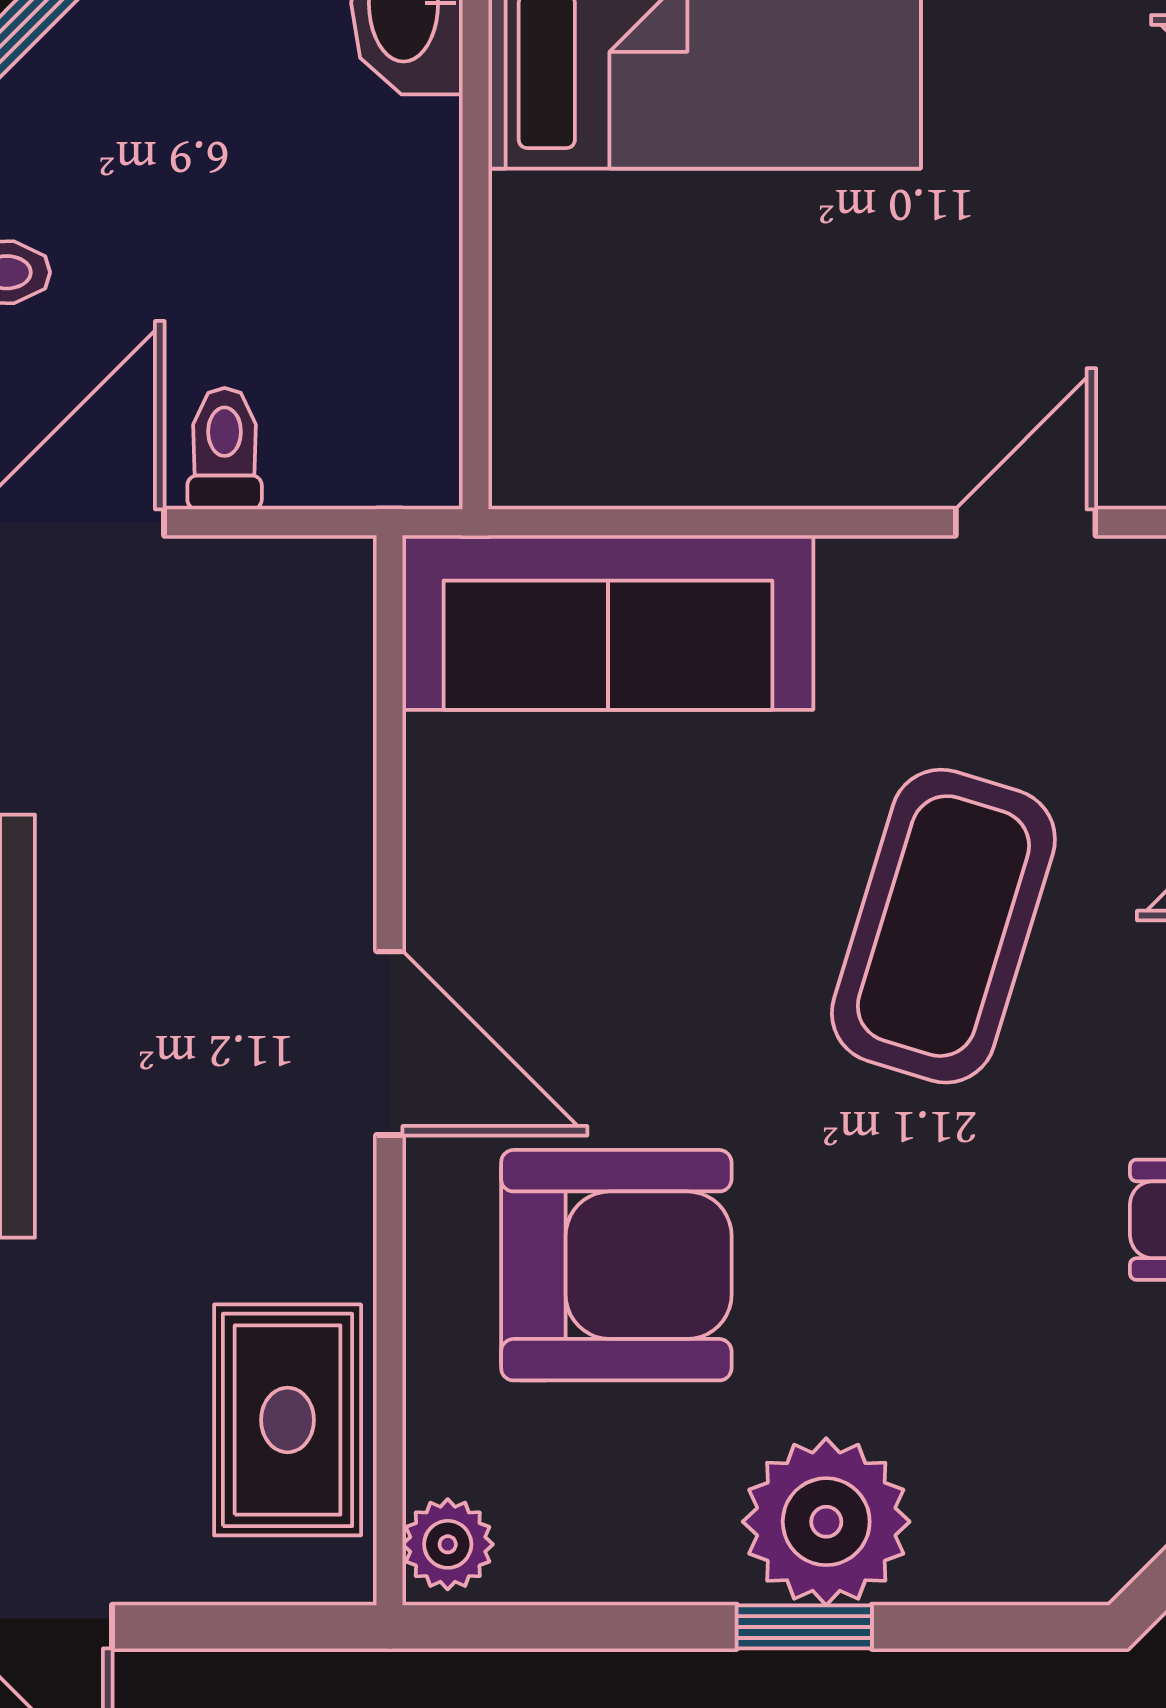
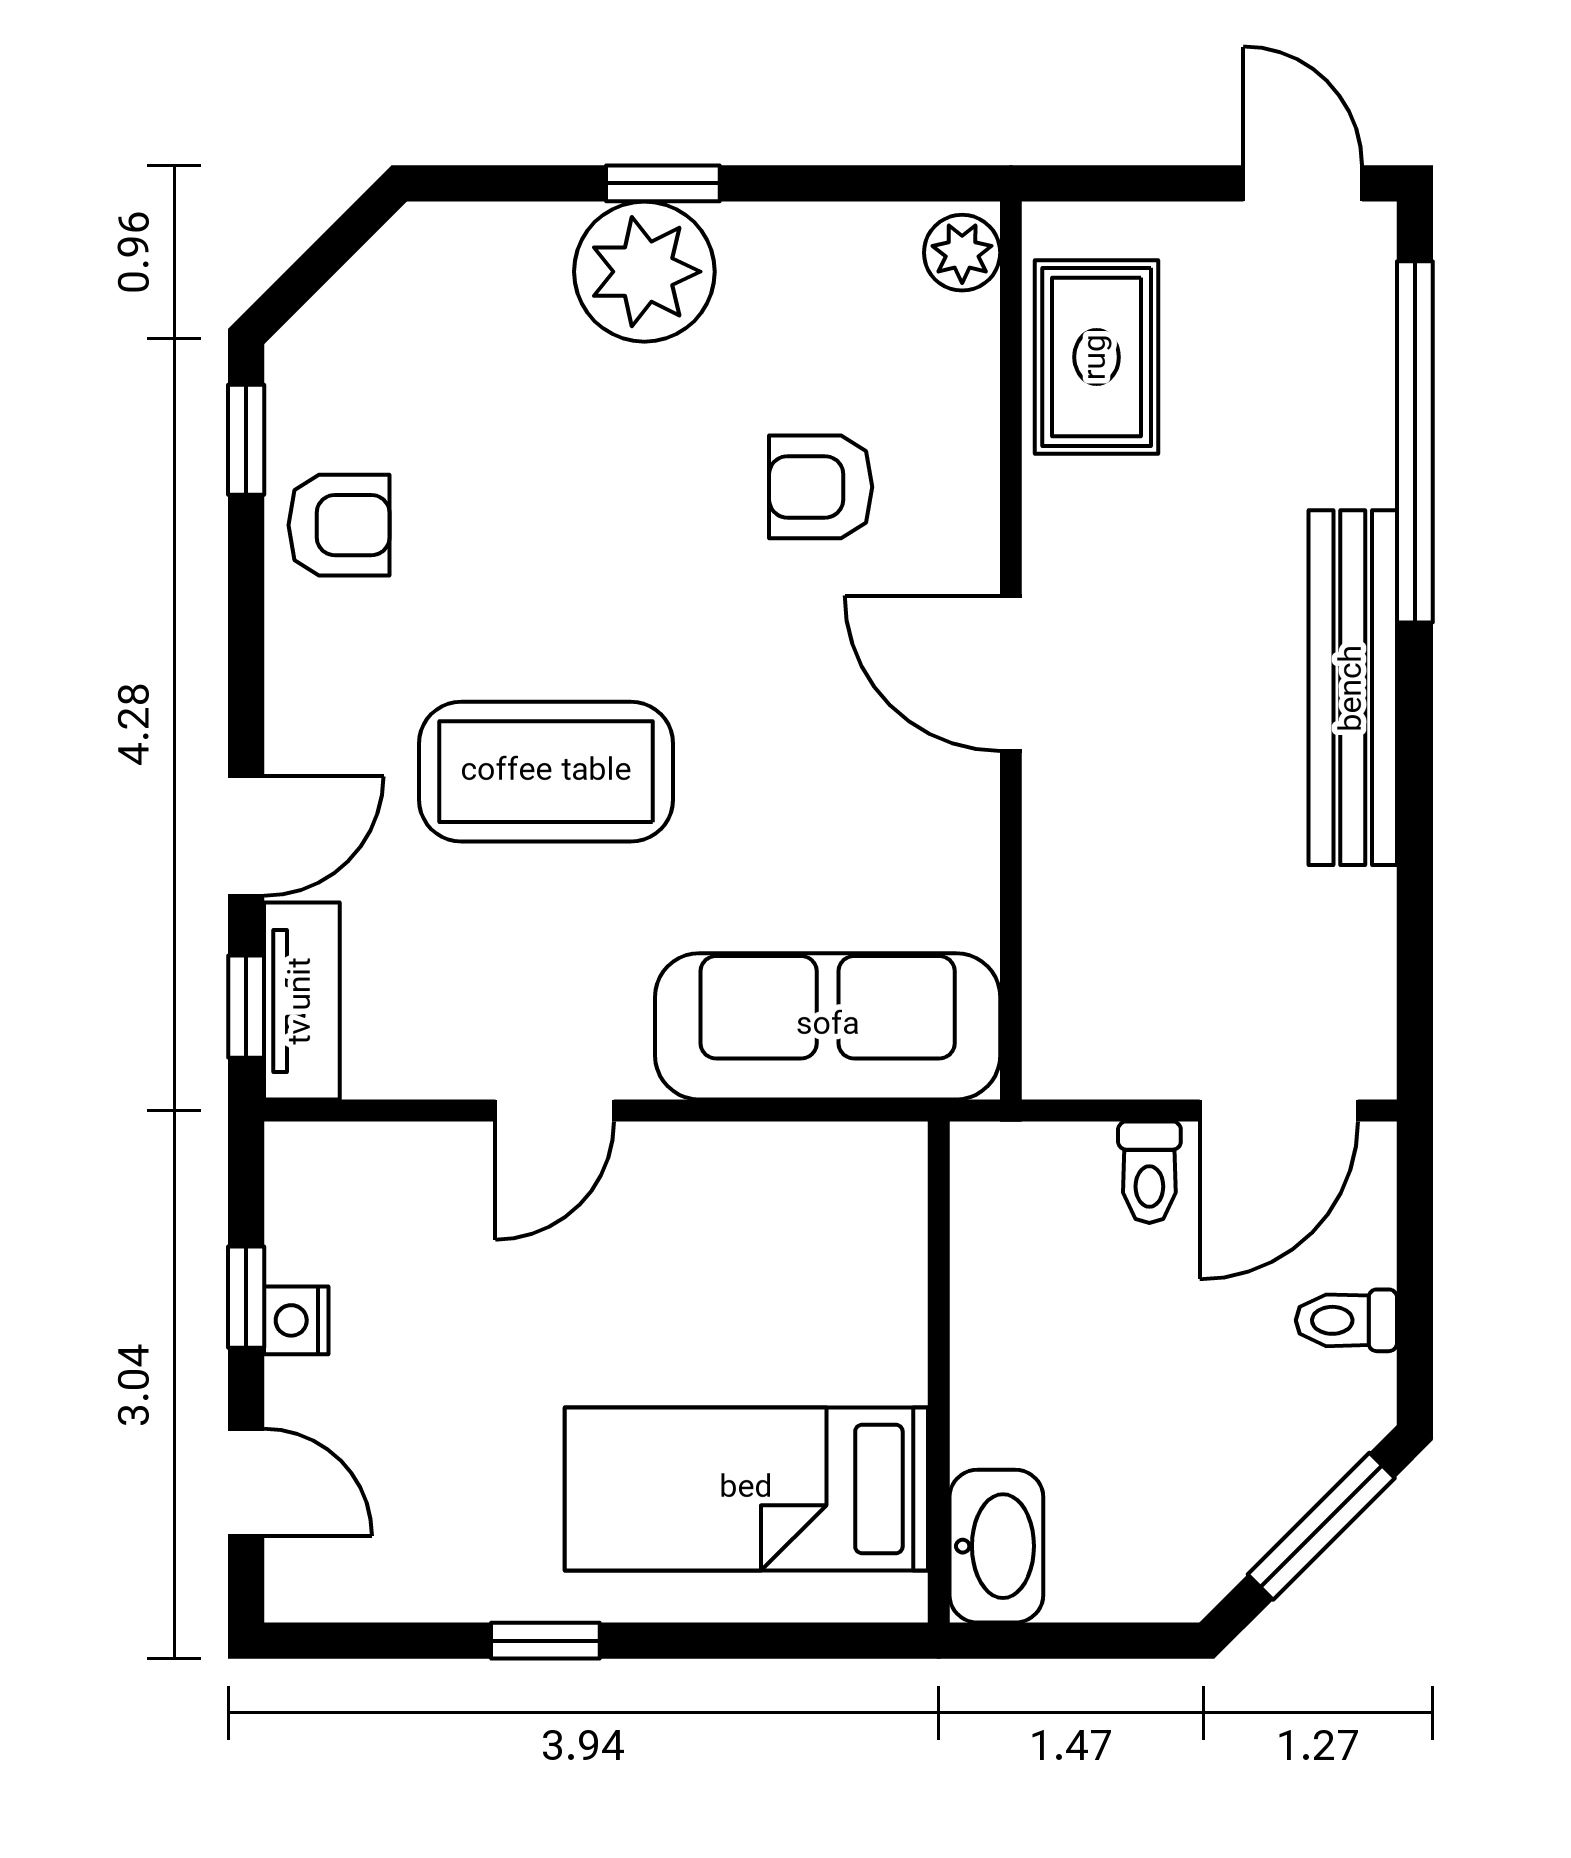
door: (1026, 522) -> (555, 1110), moved
coffee table: (943, 926) -> (546, 772), turned 73
armchair: (616, 1265) -> (821, 487), width x0.53, depth x0.53

